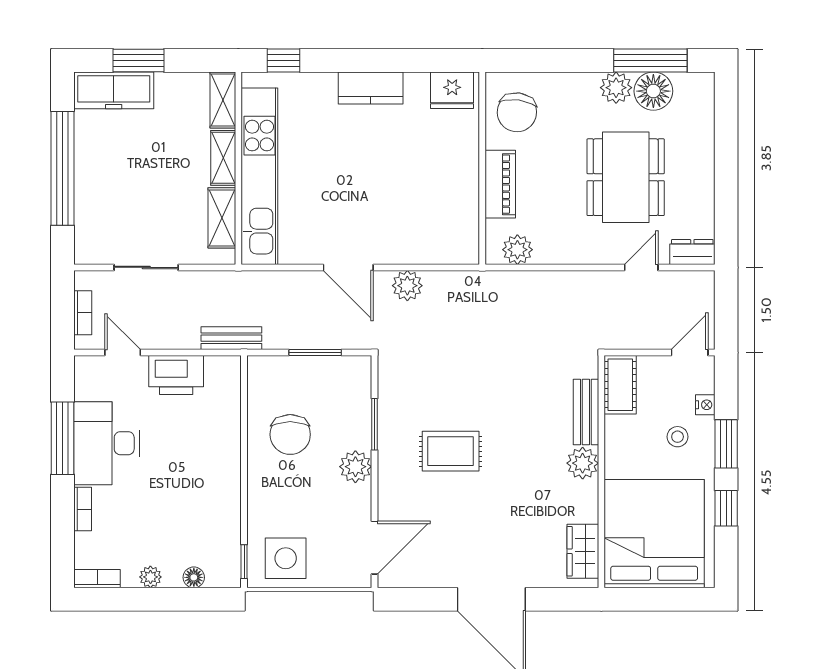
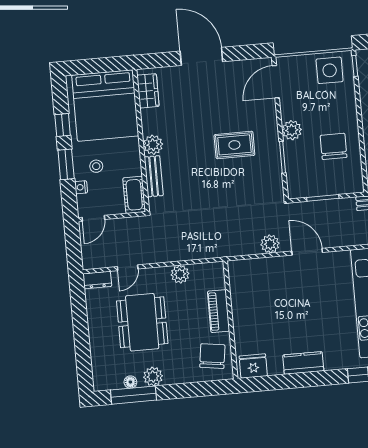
floor lamp: (653, 91) -> (130, 382), width x0.53, depth x0.53
plant: (517, 250) -> (180, 274), moved

